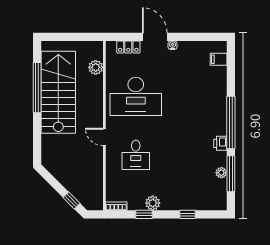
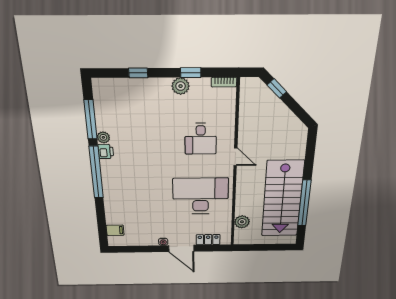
desk: (136, 155) -> (201, 139), turned 180
plant: (221, 173) -> (103, 137), moved

